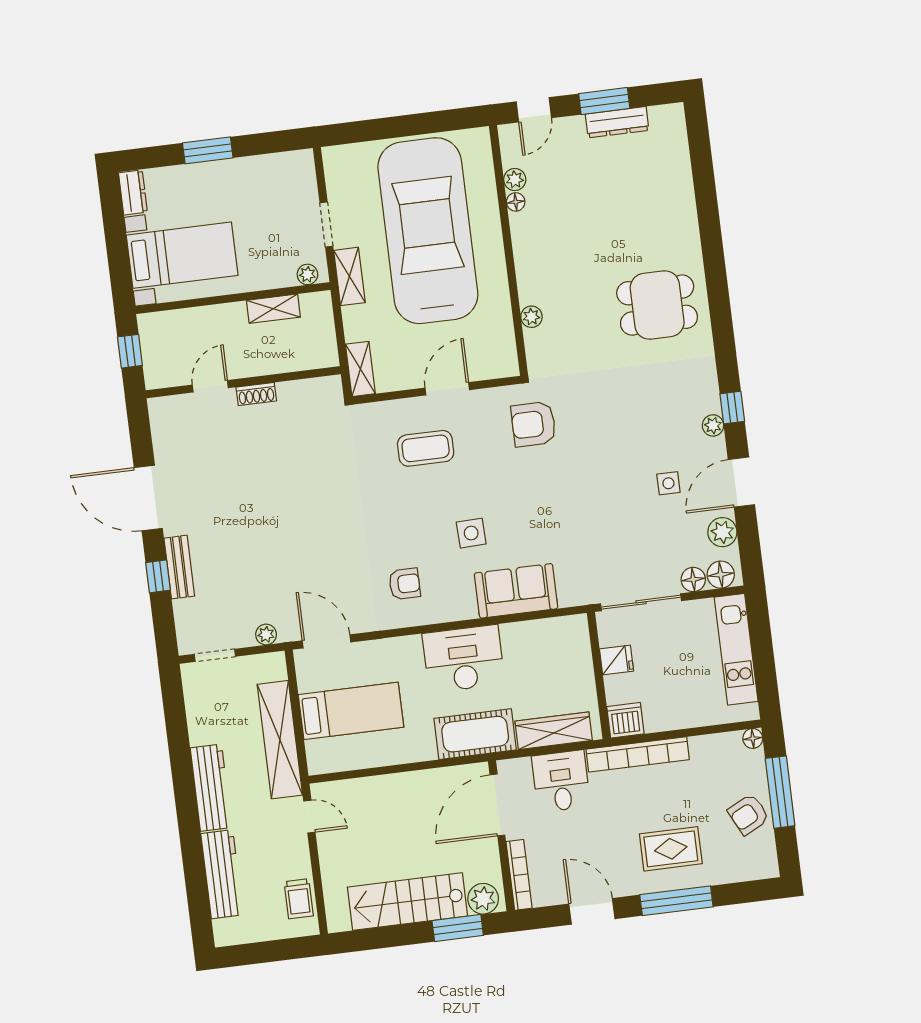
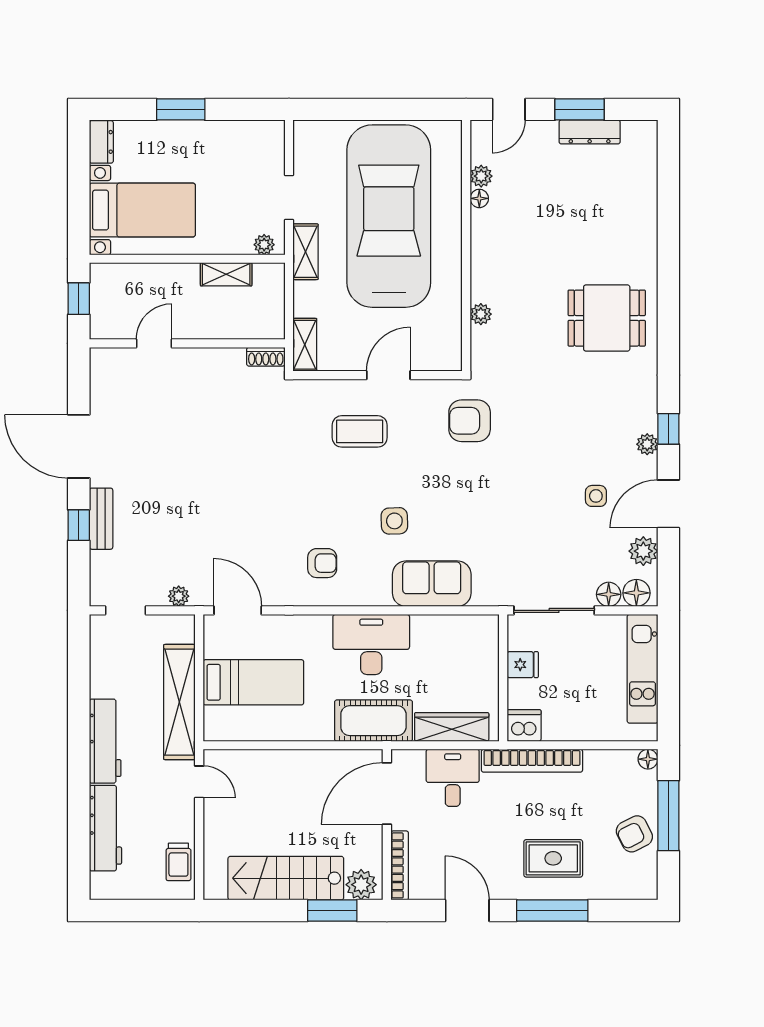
shoe rack: (256, 394) -> (266, 357), moved

